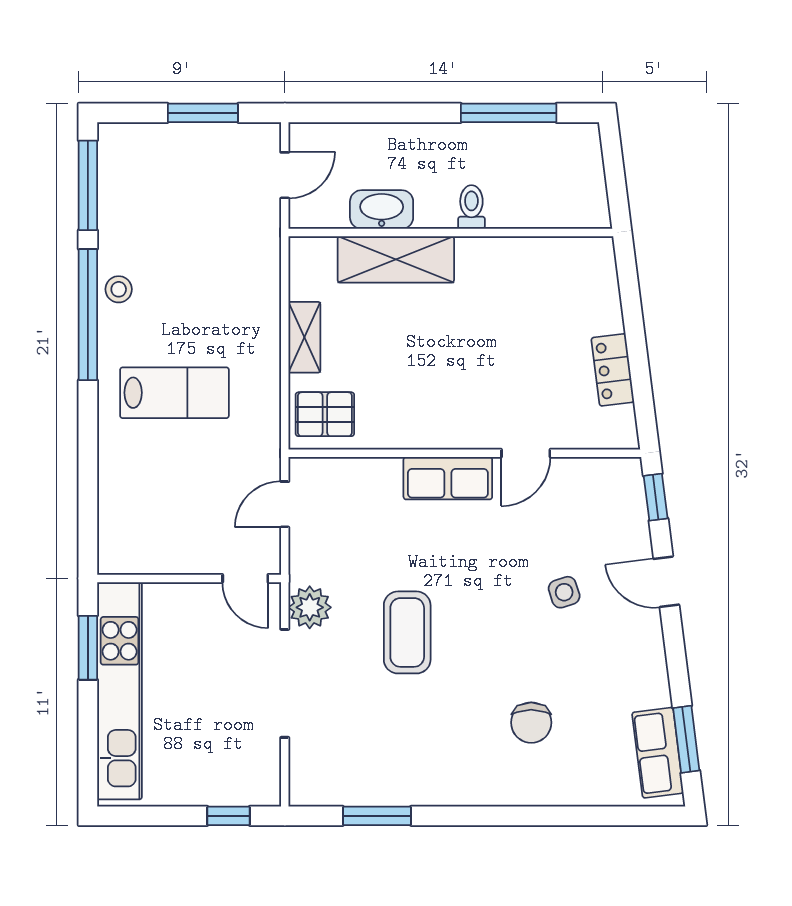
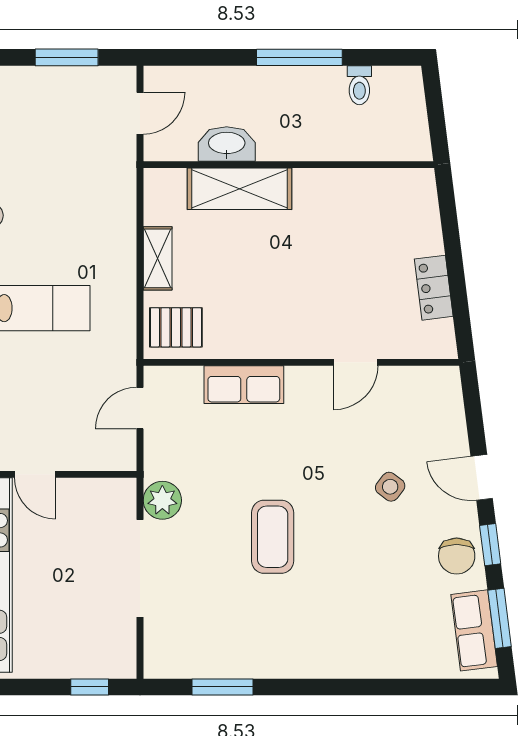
window: (509, 113) -> (299, 57), moved
toilet: (471, 207) -> (359, 85), moved, turned 180
row of seats: (448, 478) -> (244, 385), moved
window: (656, 497) -> (490, 545), moved
door: (245, 578) -> (35, 474), moved
side table: (564, 592) -> (390, 487), turned -35
coffee table: (407, 632) -> (273, 537), moved
chair: (531, 723) -> (457, 556), moved

